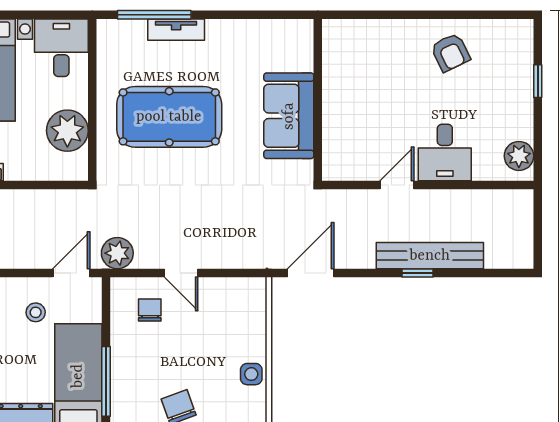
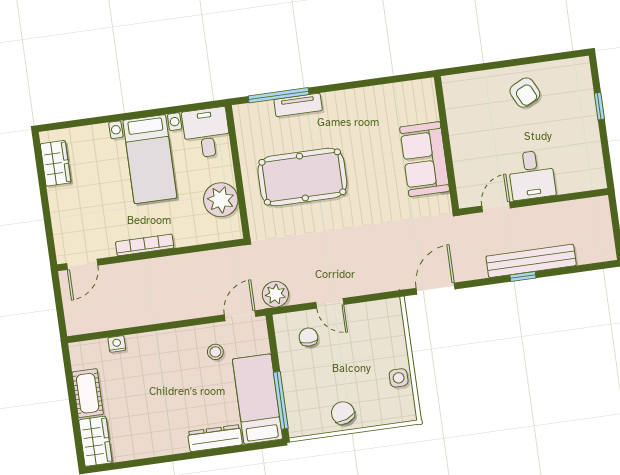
wall: (318, 100) -> (446, 143), moved
sofa: (289, 116) -> (425, 159), moved
plant: (519, 156) -> (593, 169), removed

